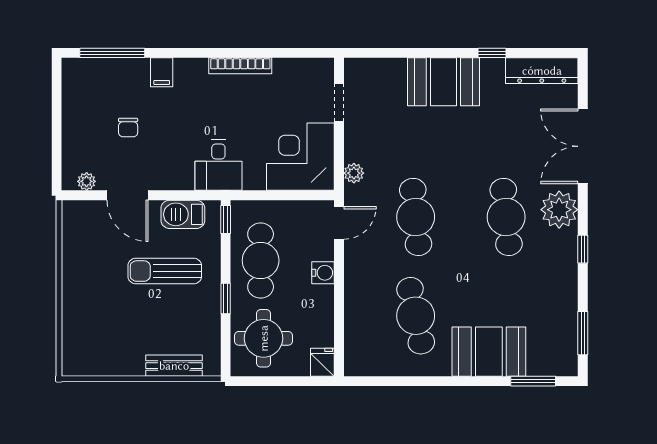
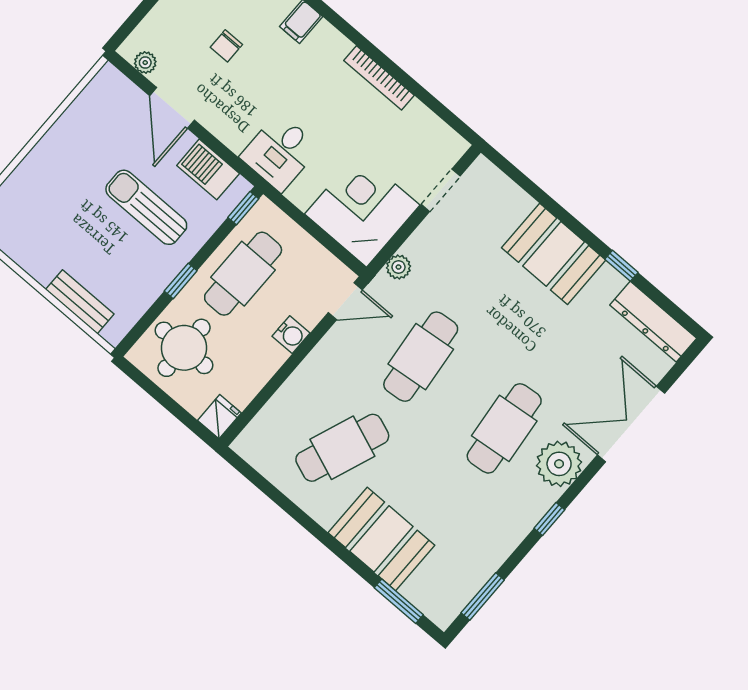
cafe table: (416, 316) -> (342, 448), turned 33

